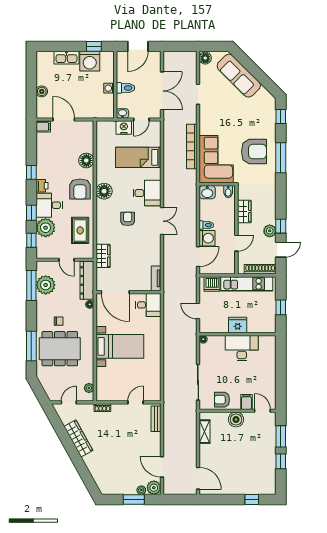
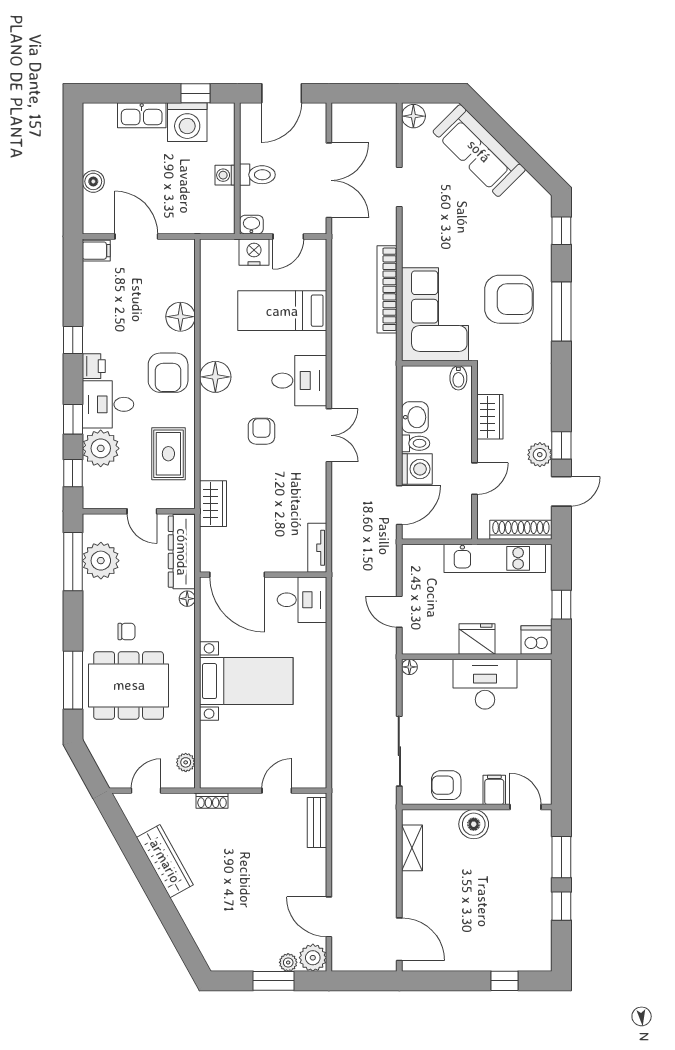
washbasin: (207, 192) -> (415, 417), moved, turned -90
dishwasher: (212, 284) -> (537, 640), moved, turned 180

